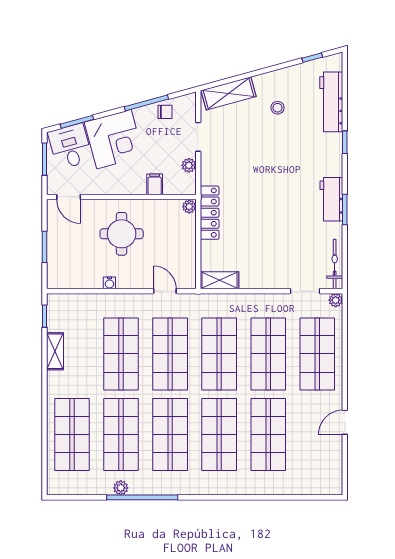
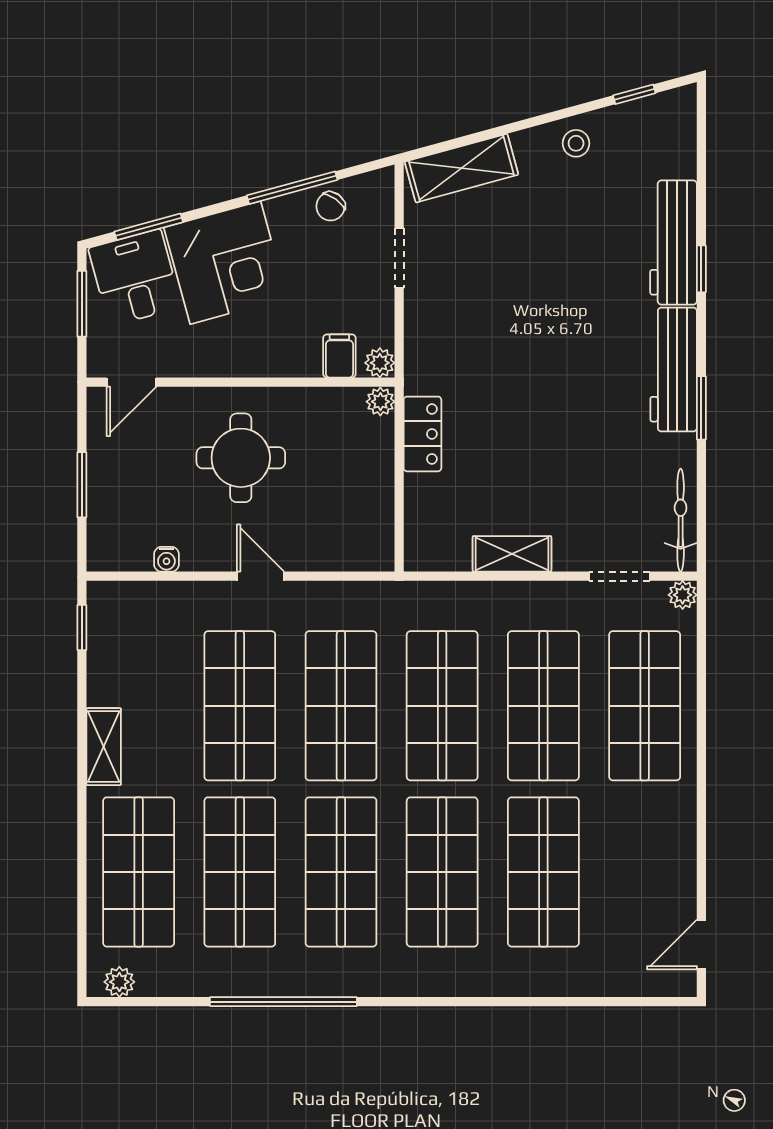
workbench: (331, 102) -> (674, 242), moved
stool: (278, 108) -> (576, 143), moved
chair: (165, 112) -> (330, 206), turned 126
plant: (189, 165) -> (380, 363), moved
filing cabinet: (155, 184) -> (339, 356), moved
door: (69, 197) -> (132, 382), hinge flipped
workbench: (331, 199) -> (674, 370), width x1.38
locker: (210, 213) -> (422, 434), width x0.66
shelving: (220, 280) -> (512, 554), moved
water cooler: (109, 283) -> (166, 559), moved
door: (165, 291) -> (261, 576), moved
shelving: (55, 351) -> (104, 747), moved
door: (345, 422) -> (701, 944), moved
plant: (121, 488) -> (119, 982), moved

